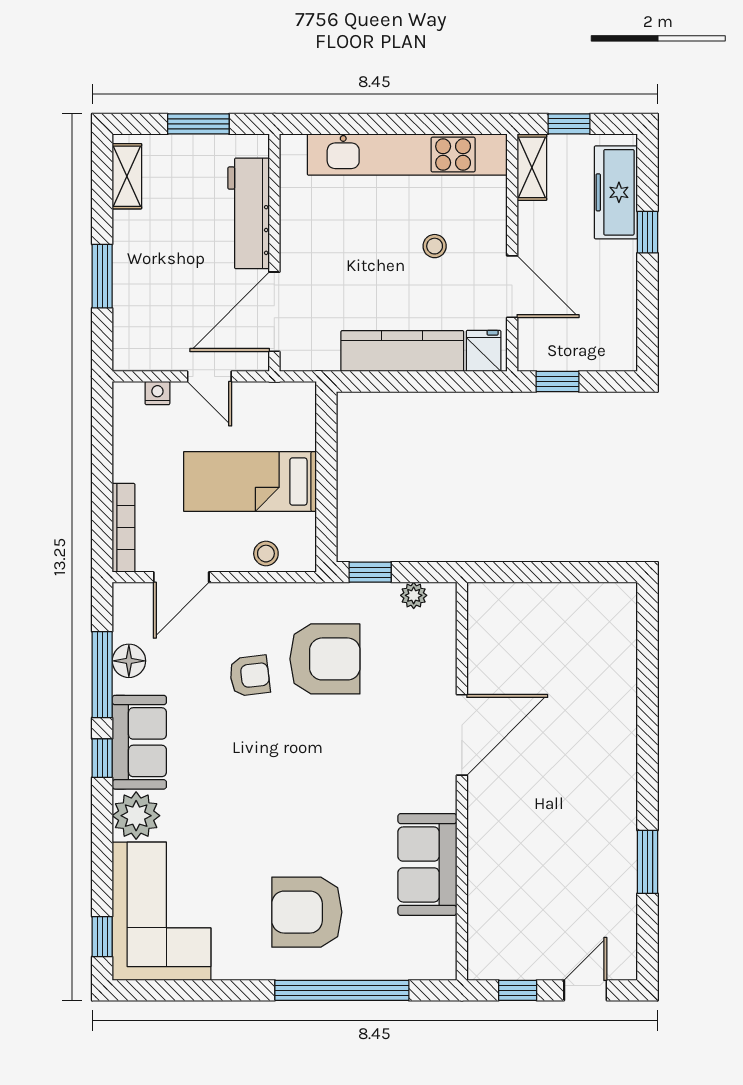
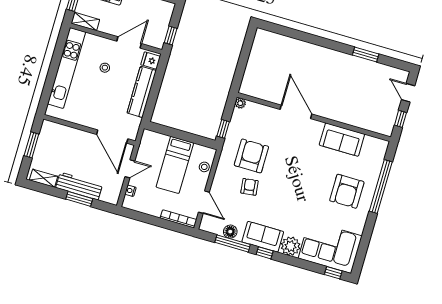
workbench: (249, 213) -> (79, 186), moved, turned 180
plant: (414, 595) -> (240, 103), moved

